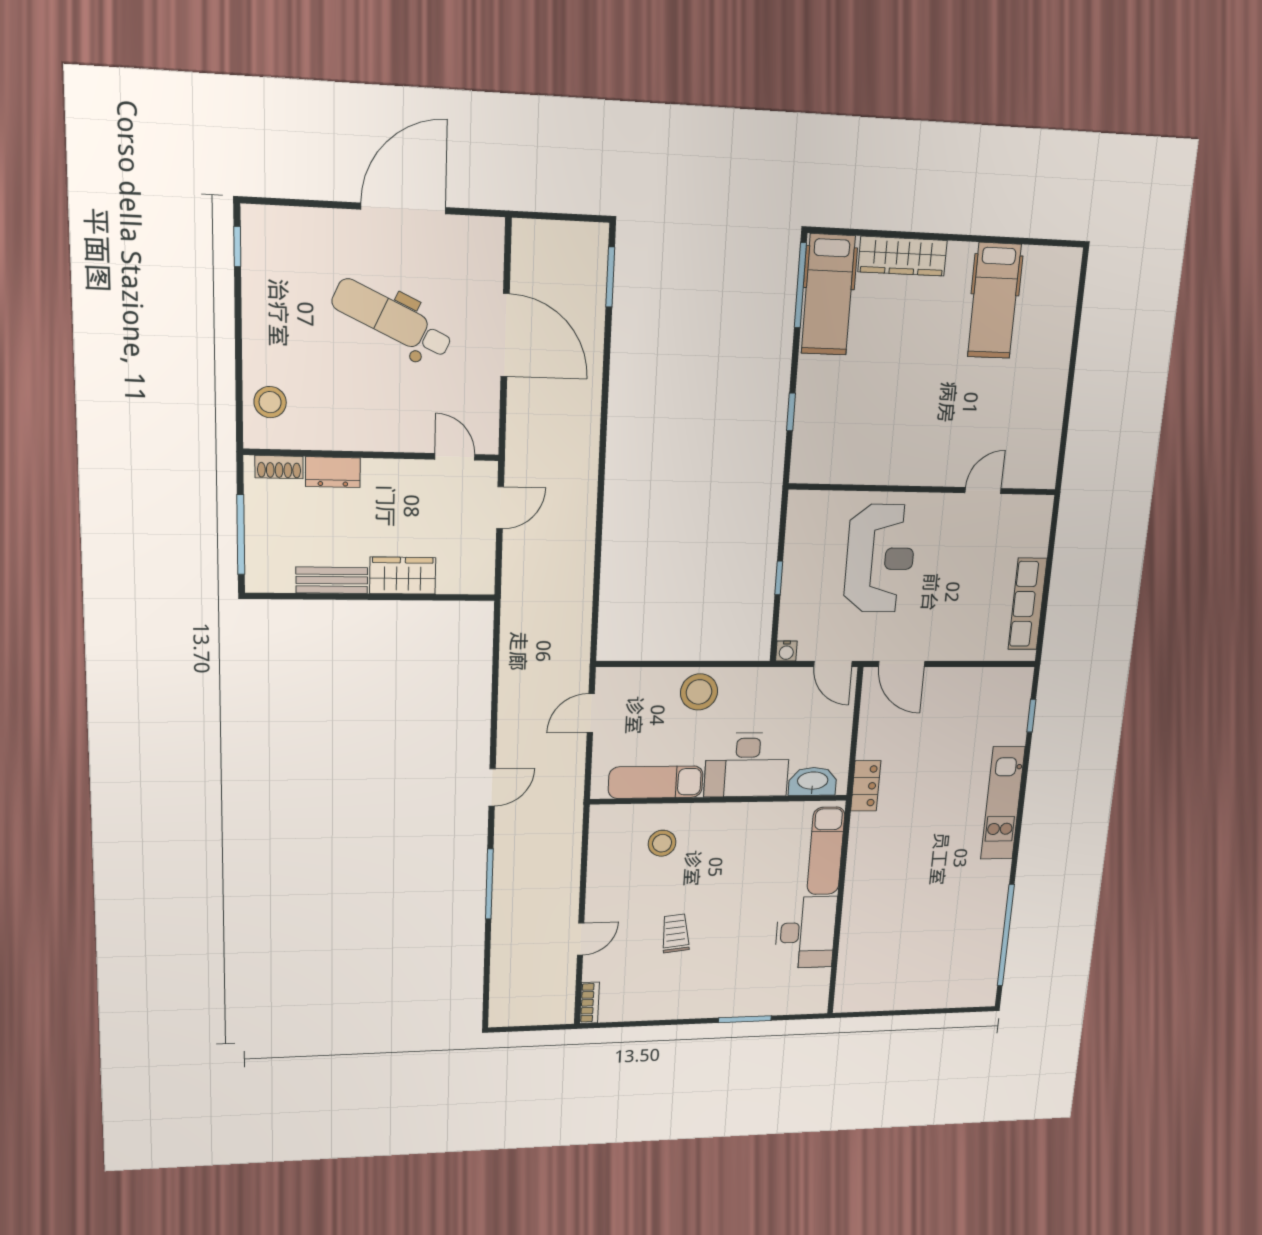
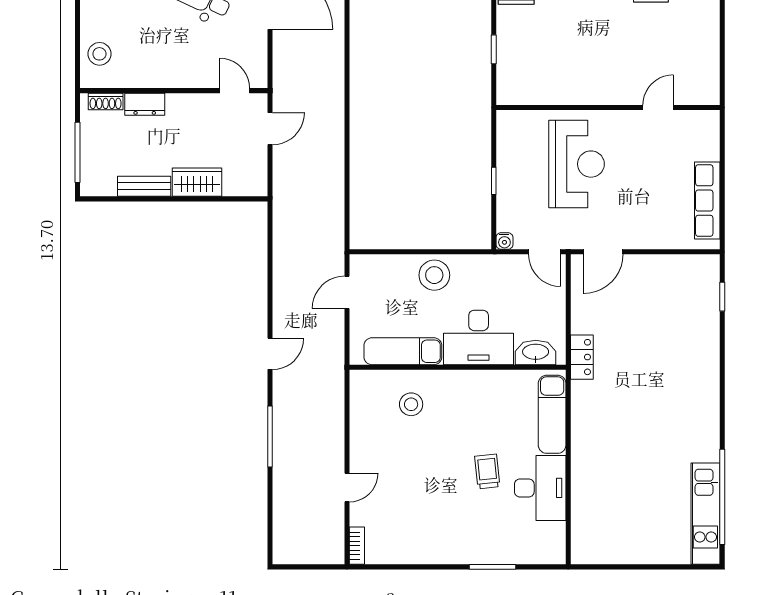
door: (902, 664) -> (603, 252), hinge flipped
kitchen unit: (1003, 803) -> (705, 514), moved
trolley: (675, 933) -> (487, 471), moved

